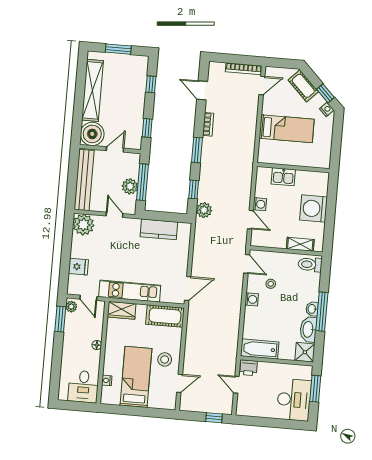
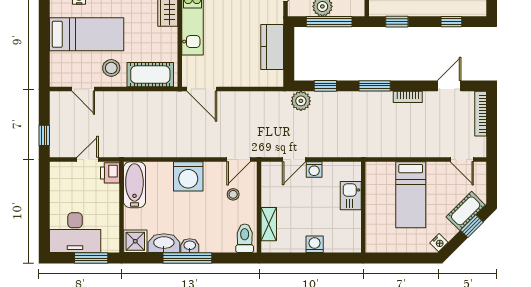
bookcase: (244, 69) -> (481, 114), moved
window: (326, 93) -> (472, 226), moved
washing machine: (314, 208) -> (315, 244), width x0.53, depth x0.53
stool: (271, 284) -> (233, 194), moved
washing machine: (252, 299) -> (188, 176), width x1.89, depth x1.89
cot: (165, 316) -> (150, 75), moved, turned 90

